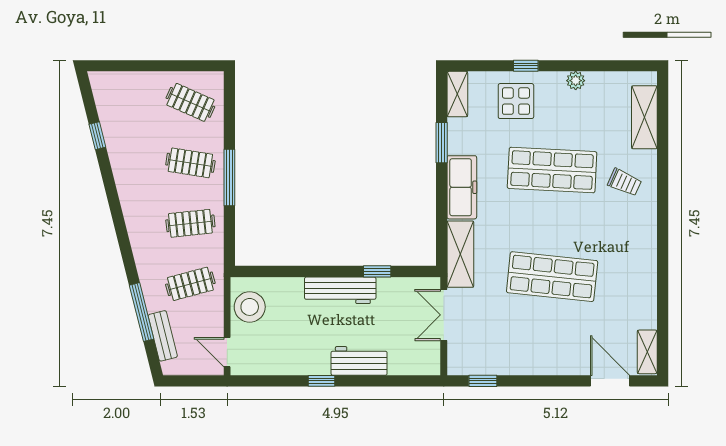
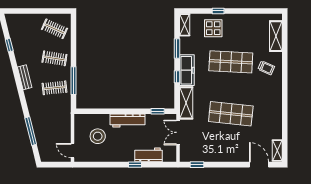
plant: (576, 81) -> (242, 18), removed
window: (229, 178) -> (73, 81), moved
window: (442, 201) -> (177, 77), added
window: (377, 271) -> (158, 111), moved
clothes rail: (190, 284) -> (54, 117), removed
stool: (250, 307) -> (98, 136), moved
bench: (163, 336) -> (25, 77), moved
workbench: (359, 361) -> (149, 155), moved
window: (322, 381) -> (135, 165), moved

